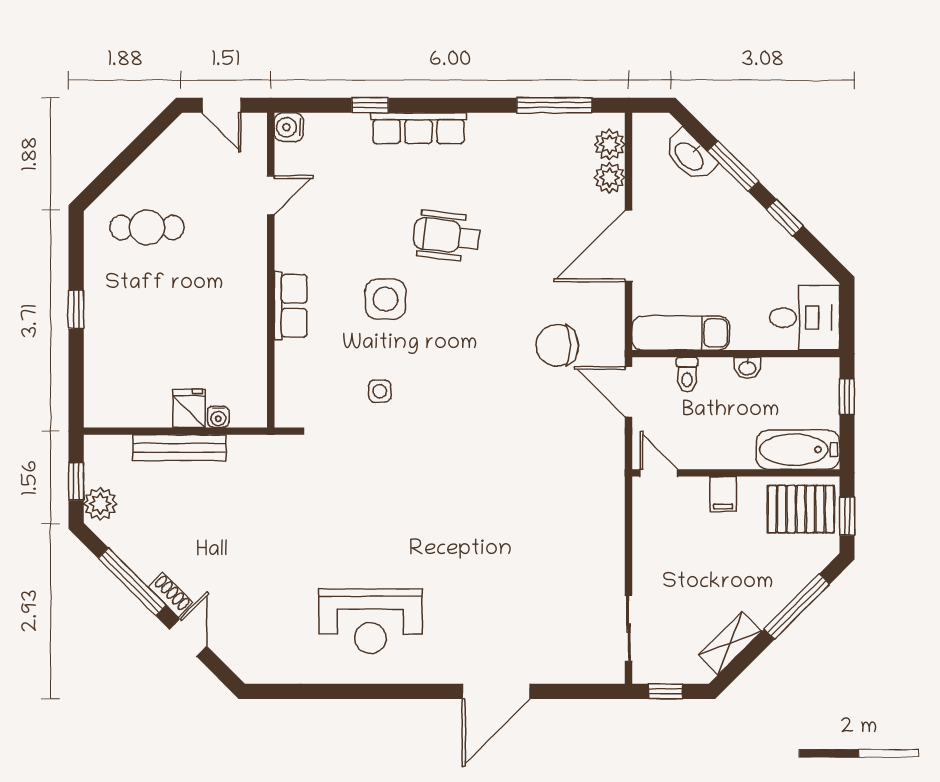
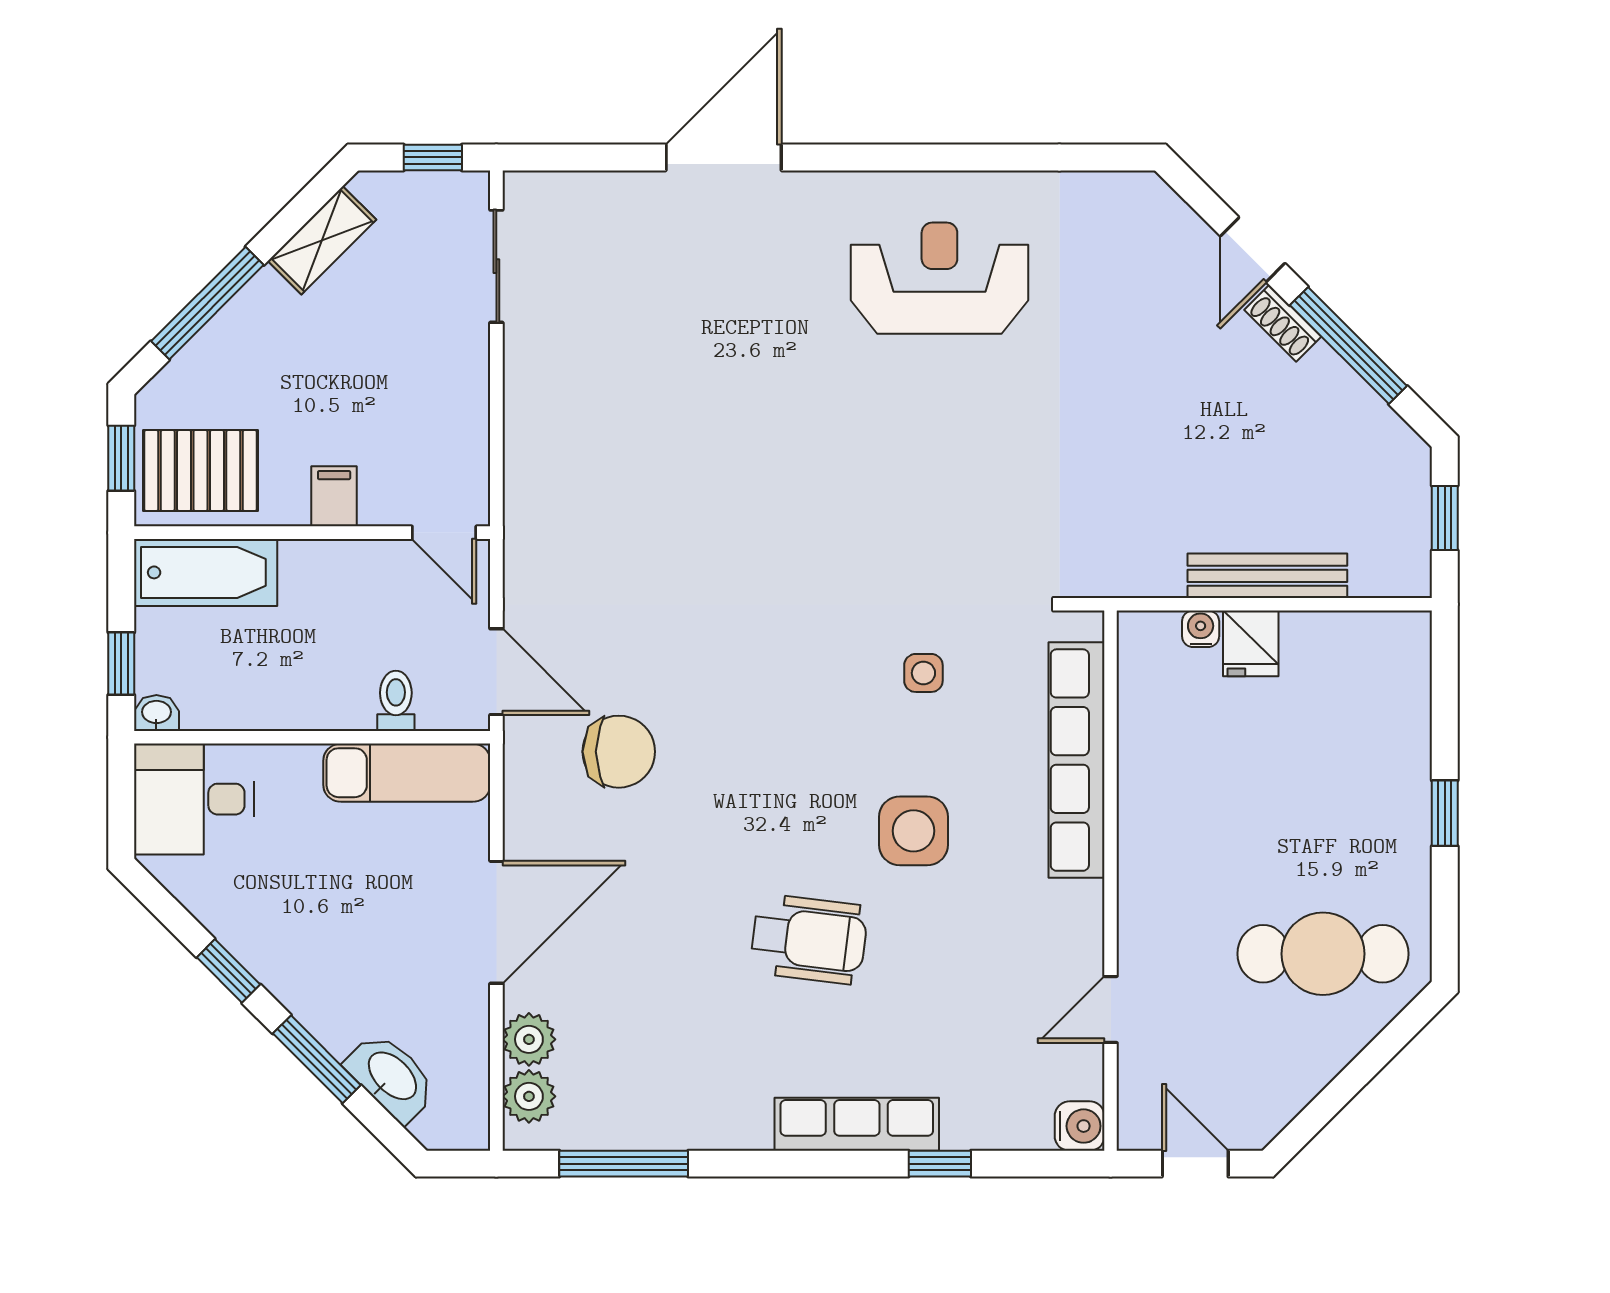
cafe table: (147, 228) -> (1323, 954), width x1.37, depth x1.35
row of seats: (291, 306) -> (1076, 760), width x2.02
washbasin: (747, 368) -> (156, 713), moved
plant: (100, 504) -> (1403, 479), removed

